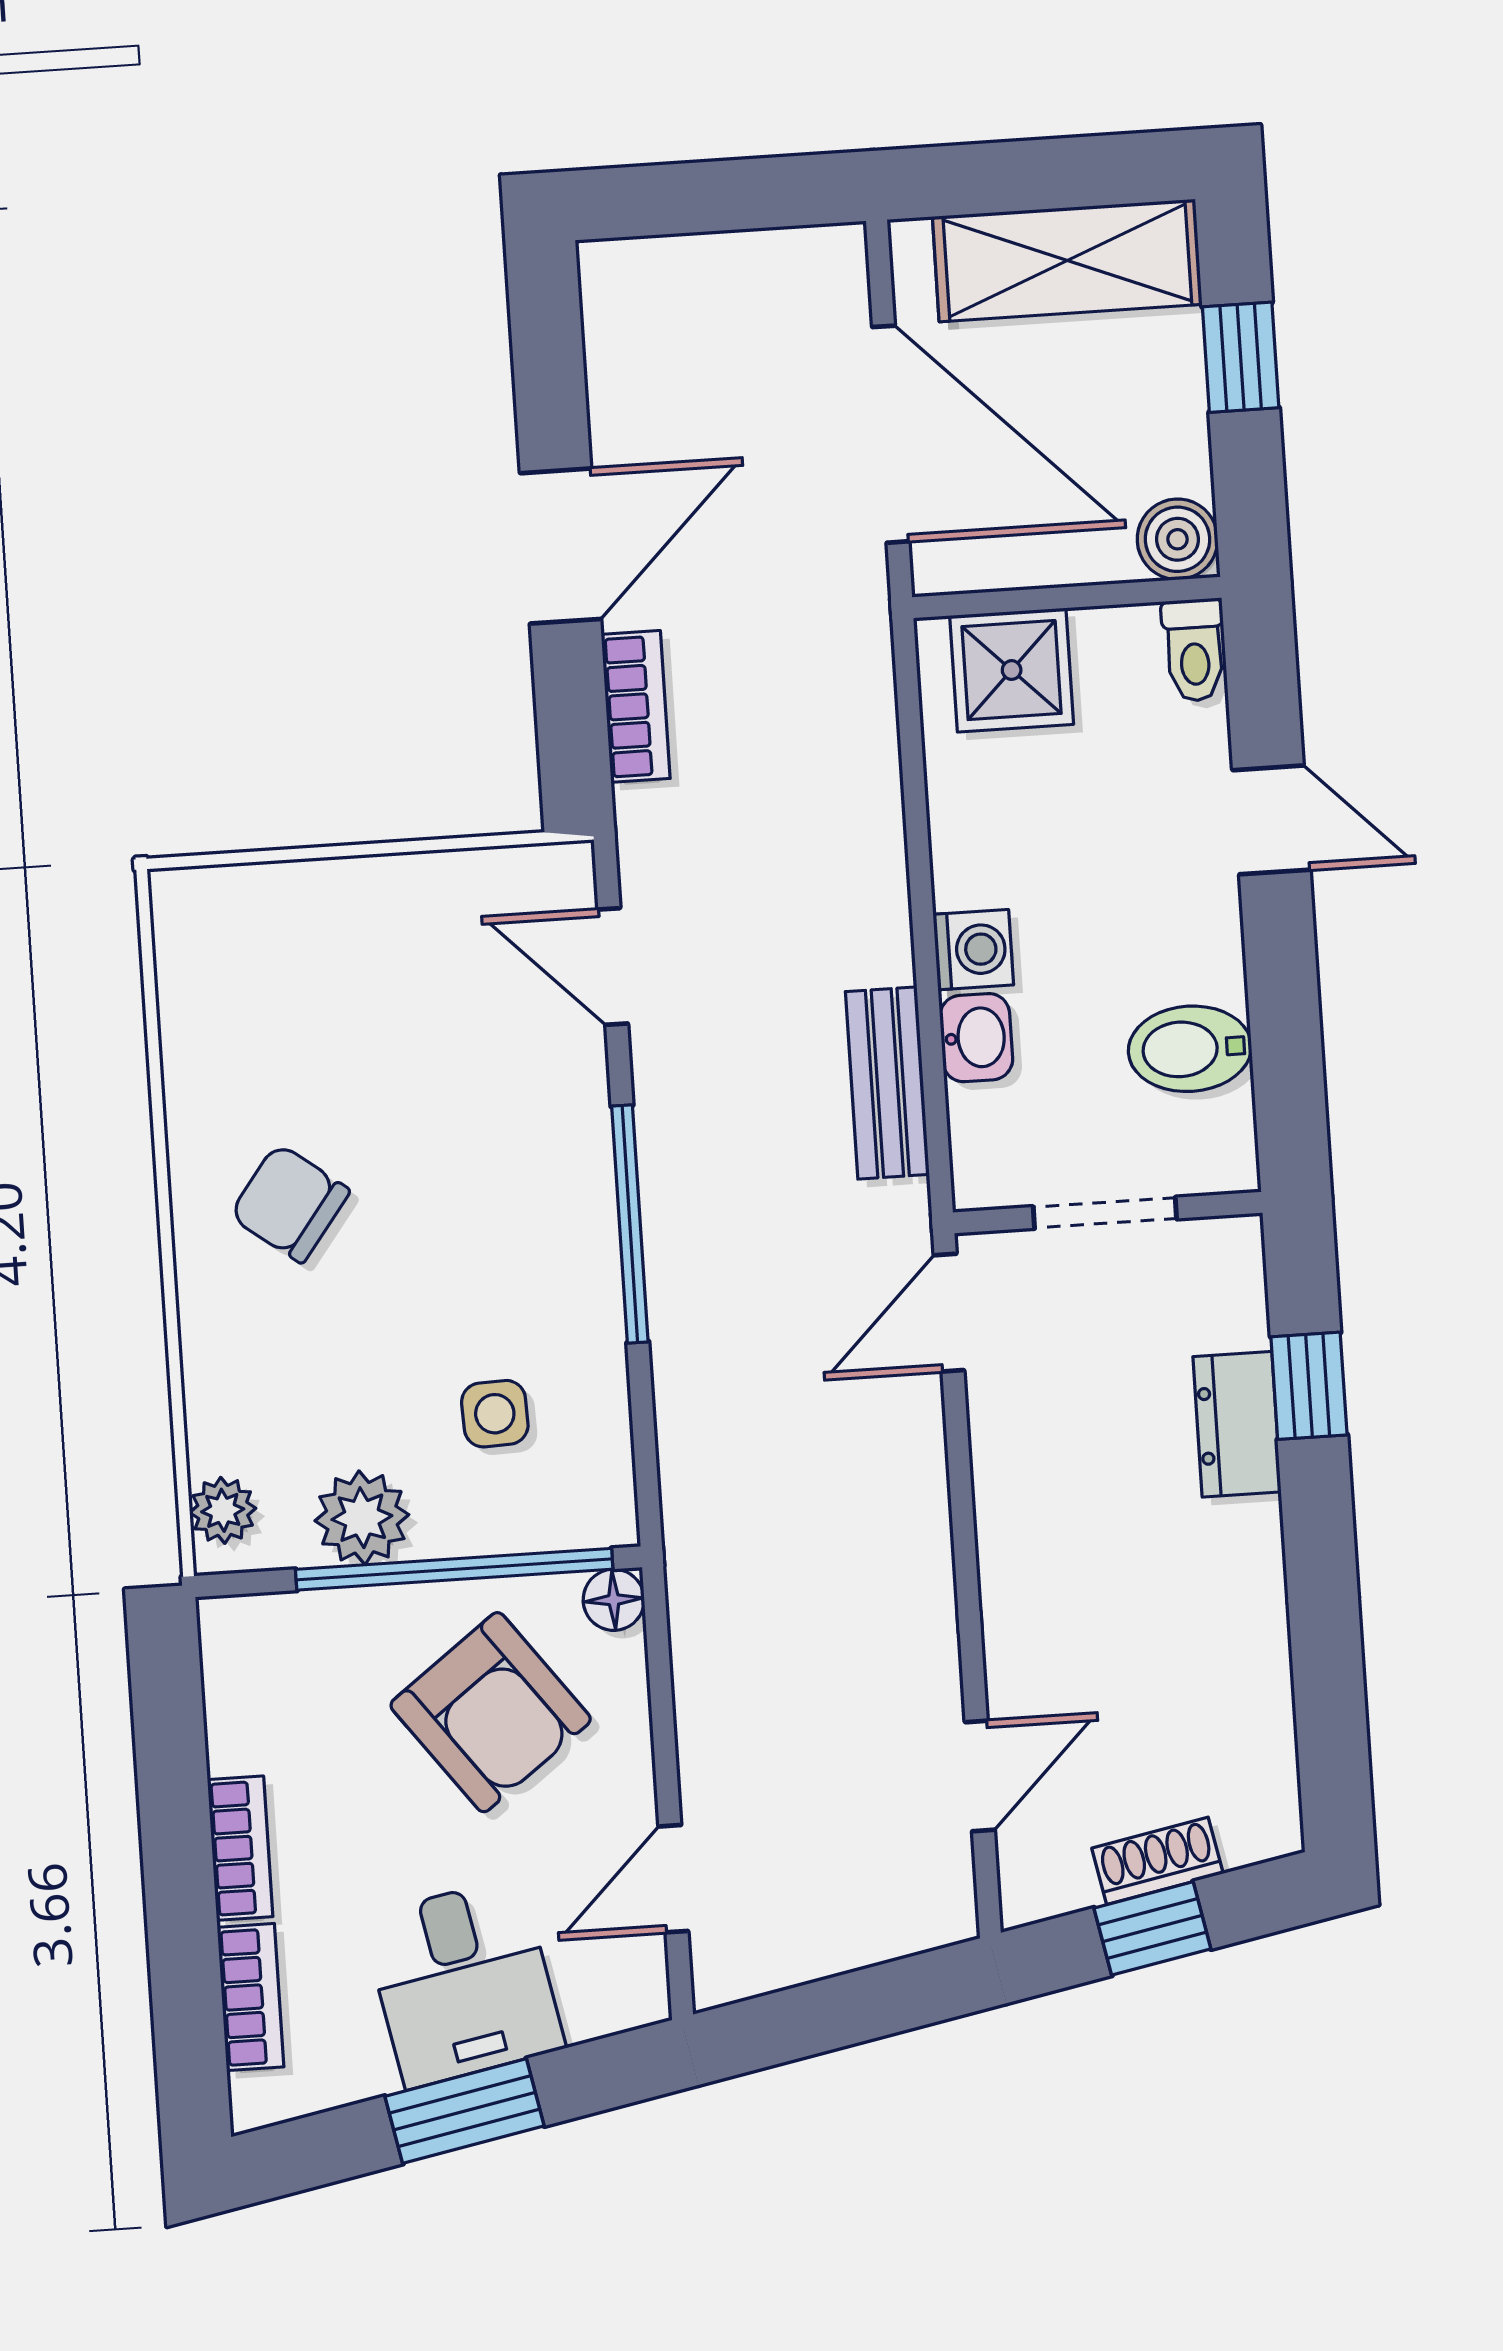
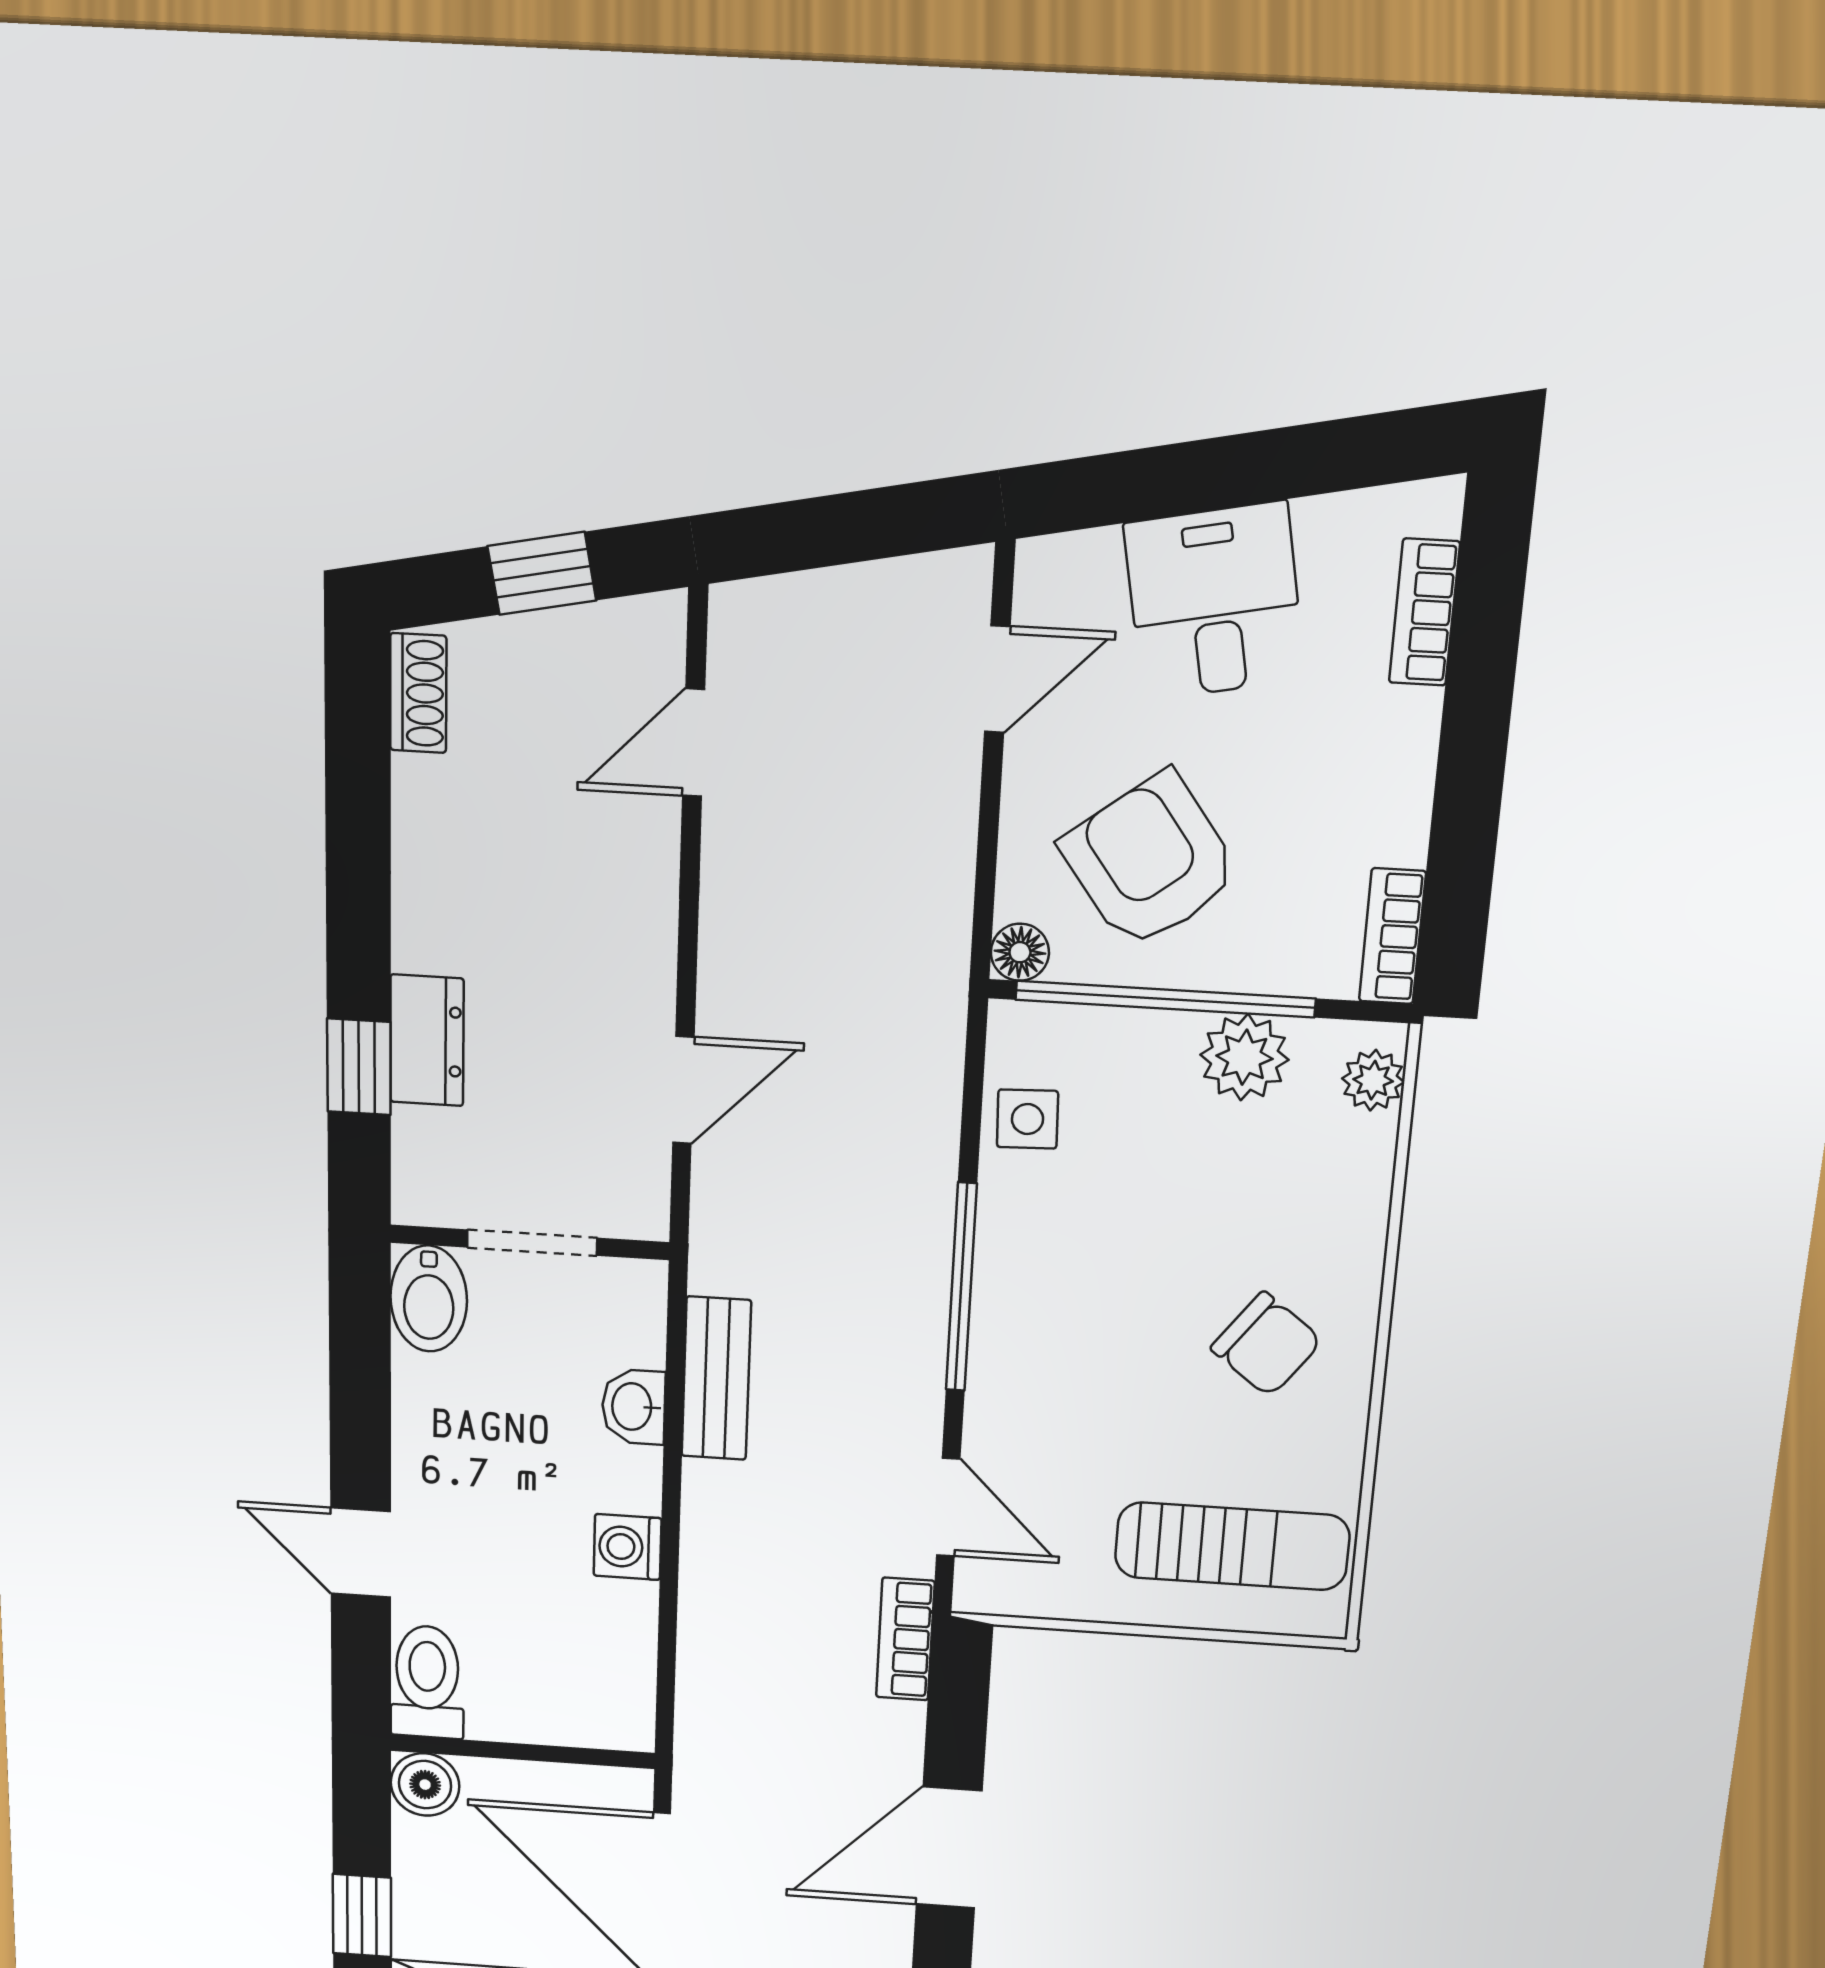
toilet: (1194, 650) -> (427, 1682), width x1.37, depth x1.39
shower: (1012, 670) -> (575, 1701), removed
bookcase: (636, 706) -> (905, 1639), moved
washing machine: (973, 950) -> (628, 1547), moved
sun lounger: (291, 963) -> (1232, 1546), added
bidet: (1190, 1049) -> (429, 1299), moved, turned 90
door: (949, 1313) -> (683, 1090), moved
side table: (495, 1414) -> (1027, 1119), moved
bookcase: (240, 1848) -> (1392, 936), moved
shoe rack: (1157, 1861) -> (418, 693), moved, turned -79
window: (464, 2111) -> (1232, 471), removed

